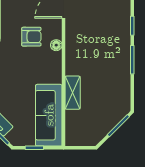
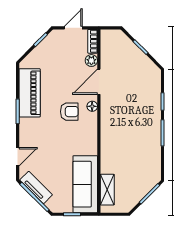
floor lamp: (56, 45) -> (92, 106), moved
shelving: (73, 93) -> (107, 190), moved

